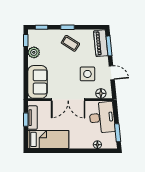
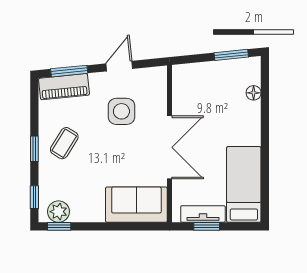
plant: (34, 52) -> (58, 212), moved
floor lamp: (101, 93) -> (158, 86), removed
desk: (102, 117) -> (203, 84), removed

